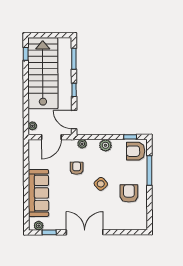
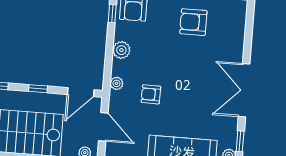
side table: (101, 184) -> (176, 61), removed

